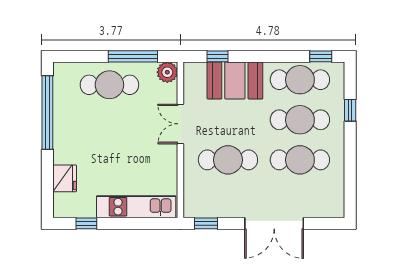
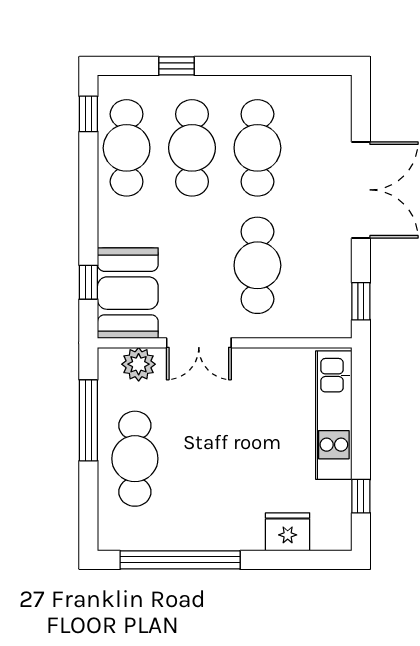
plant: (167, 72) -> (139, 364), moved
booth: (235, 80) -> (128, 293), moved

